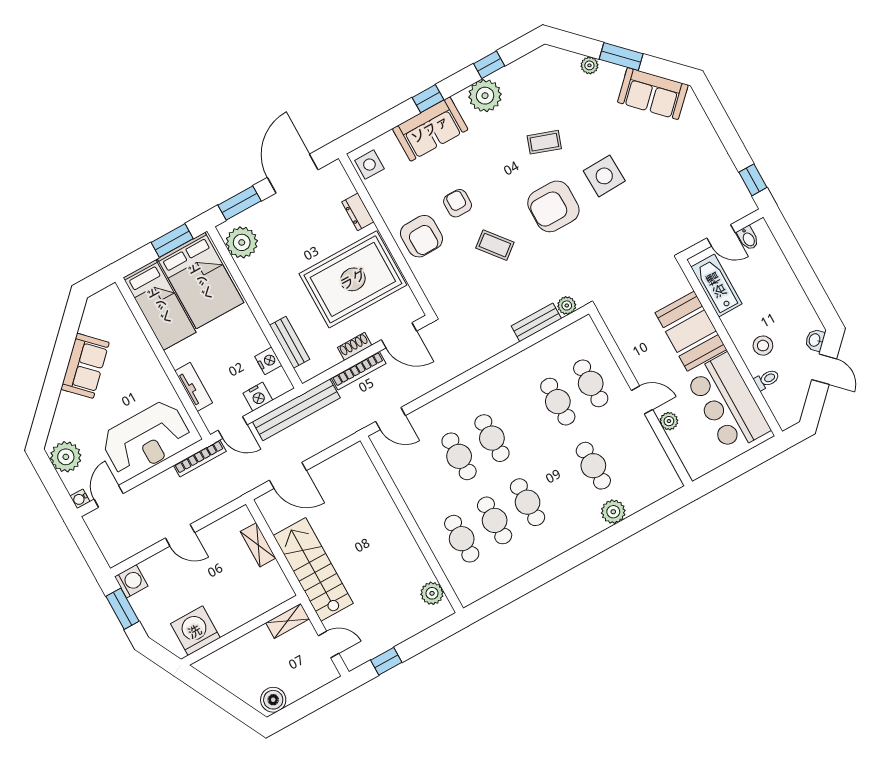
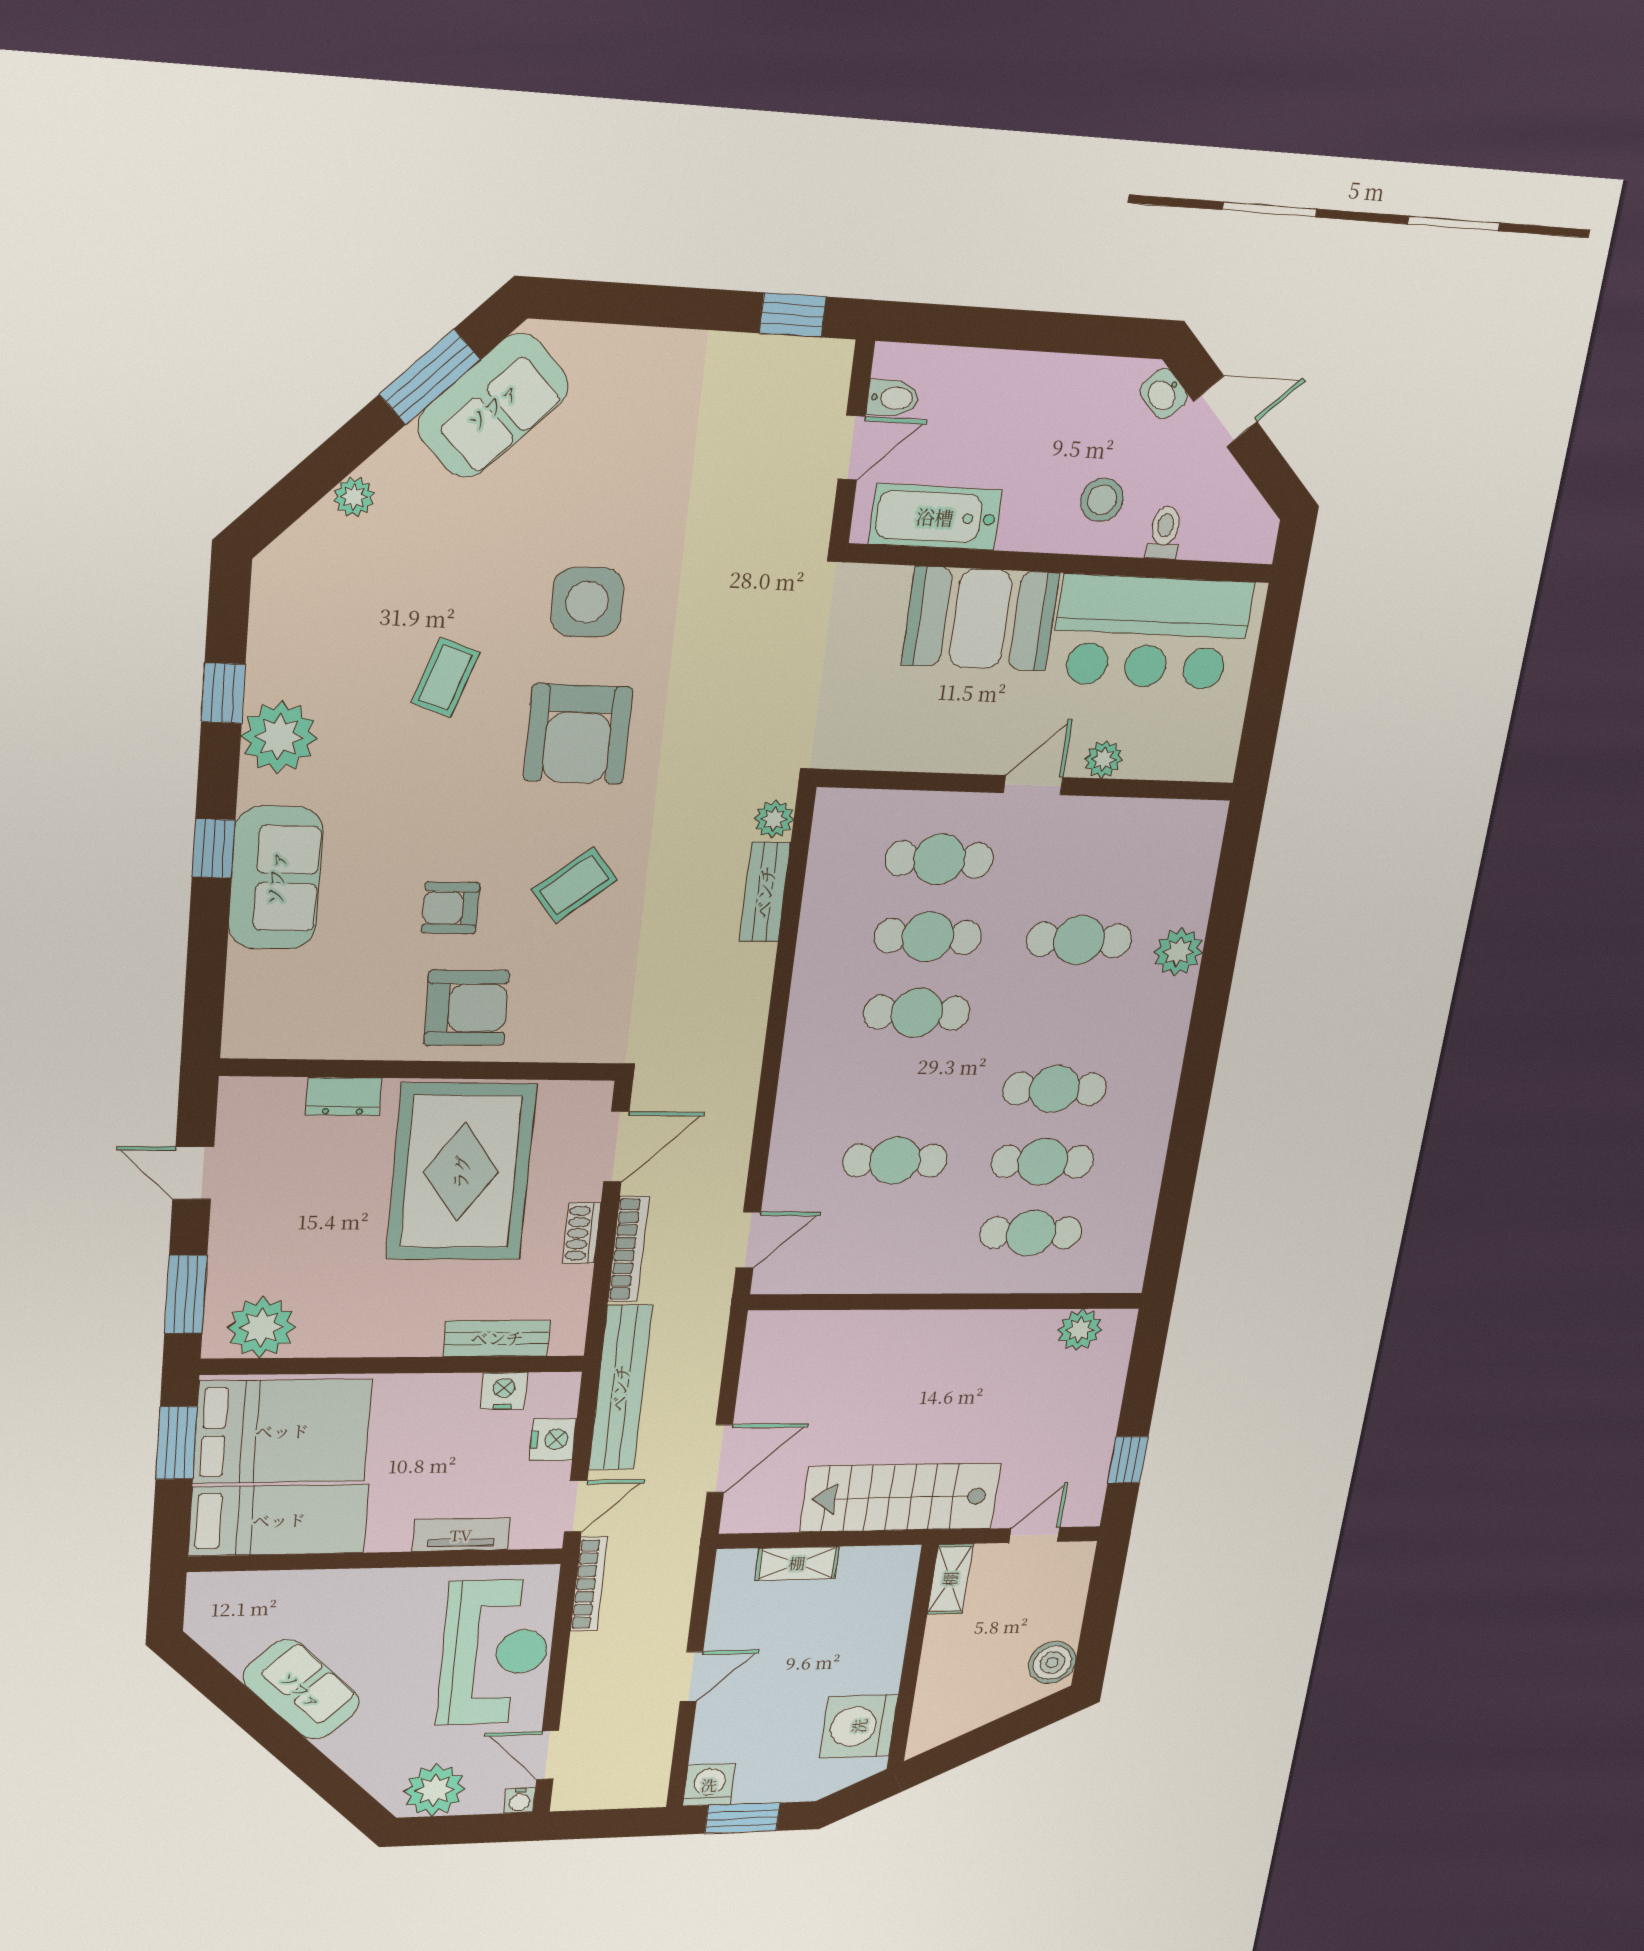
window: (621, 57) -> (430, 377), moved
side table: (369, 165) -> (269, 1027), removed
door: (293, 174) -> (193, 1173), width x0.53
cafe table: (492, 438) -> (917, 1013), moved

